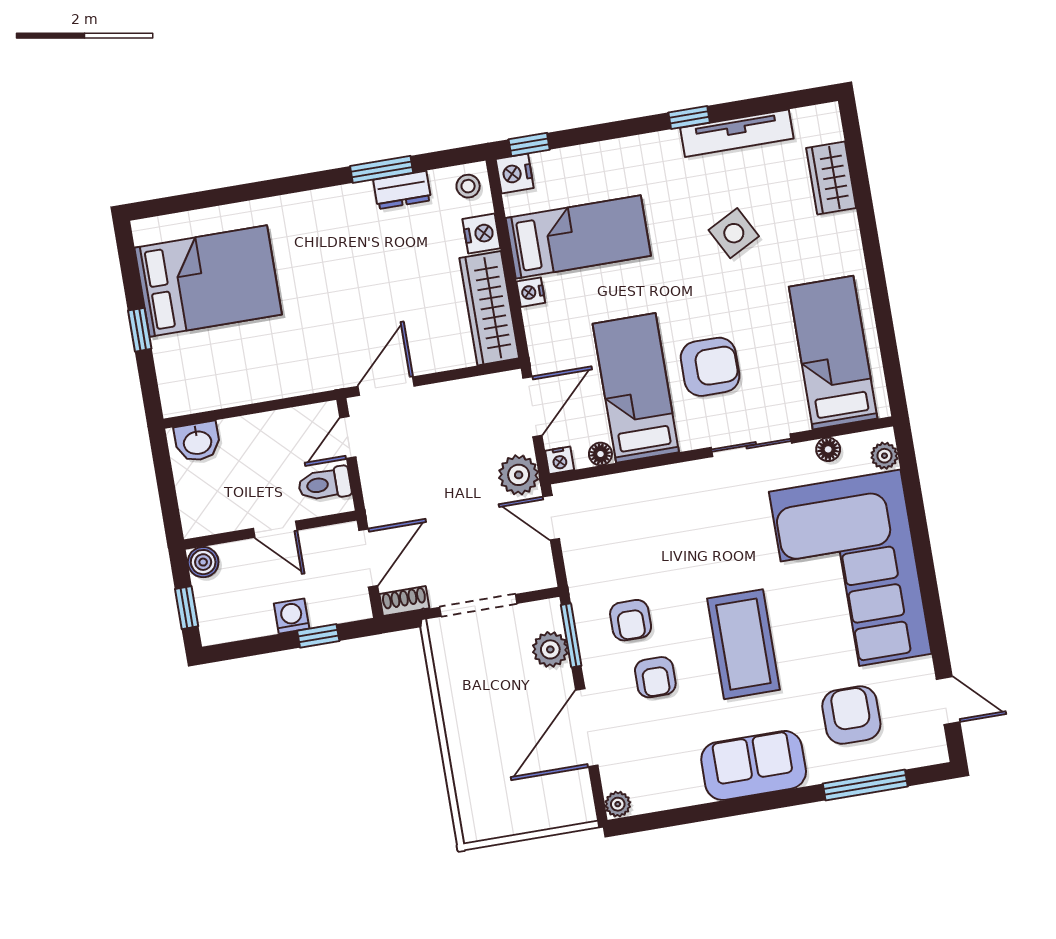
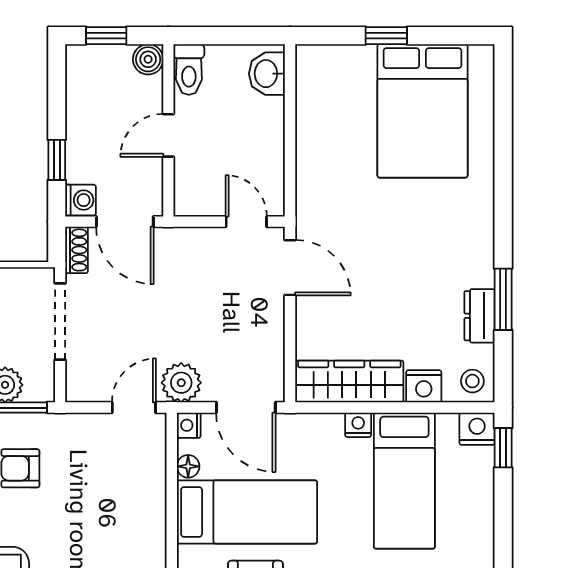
toilet: (325, 484) -> (189, 69), moved, turned 180
washing machine: (292, 616) -> (81, 200), moved

